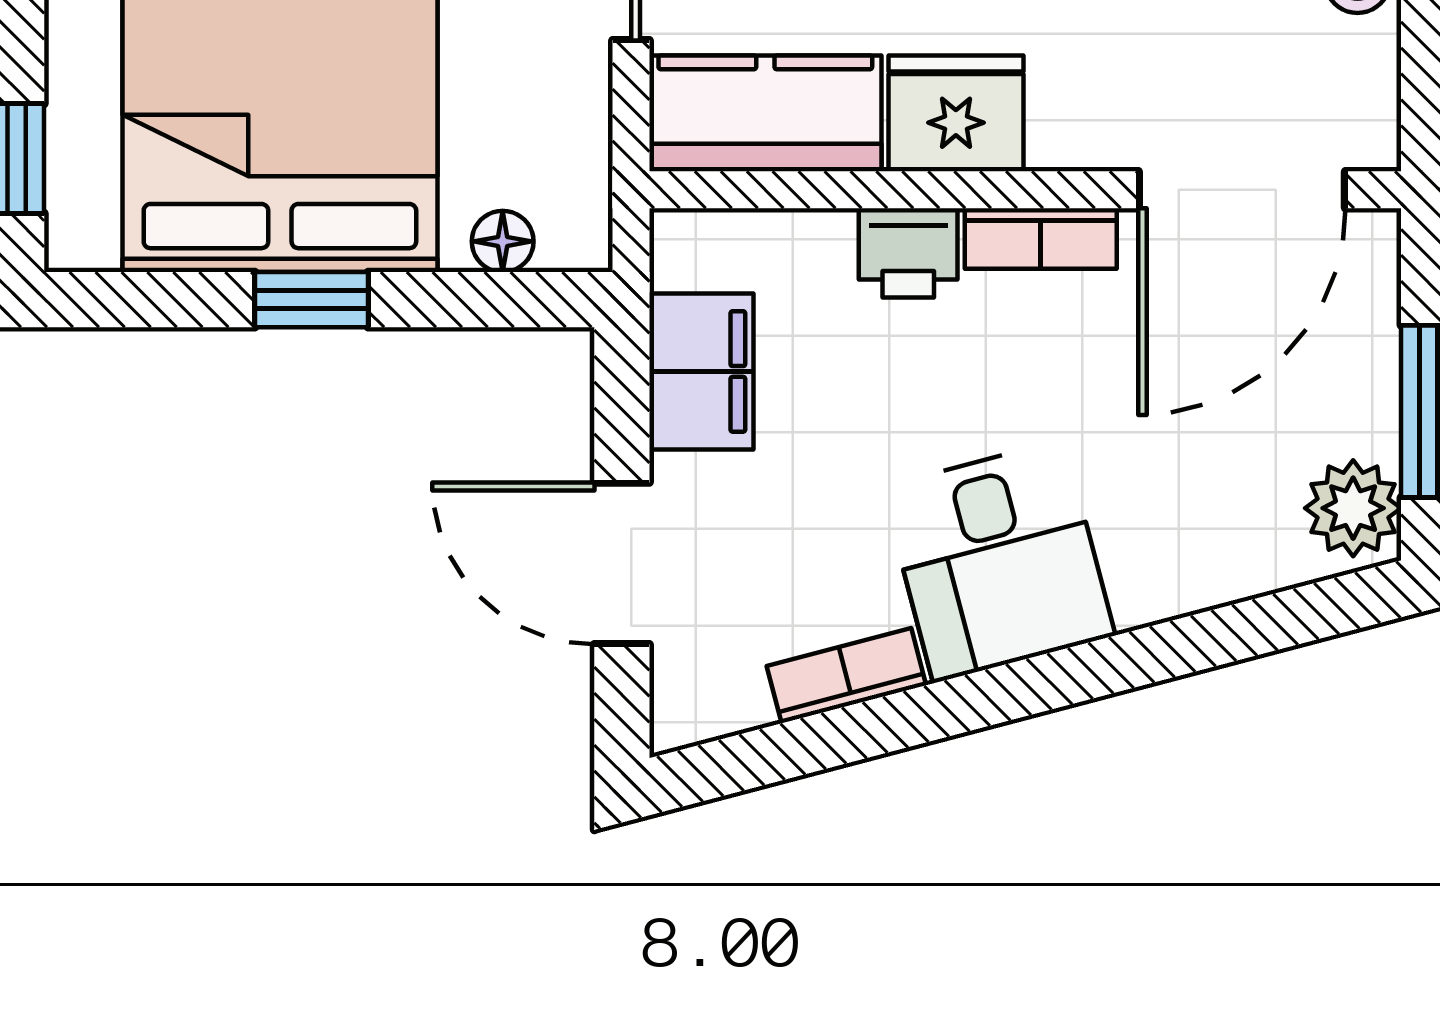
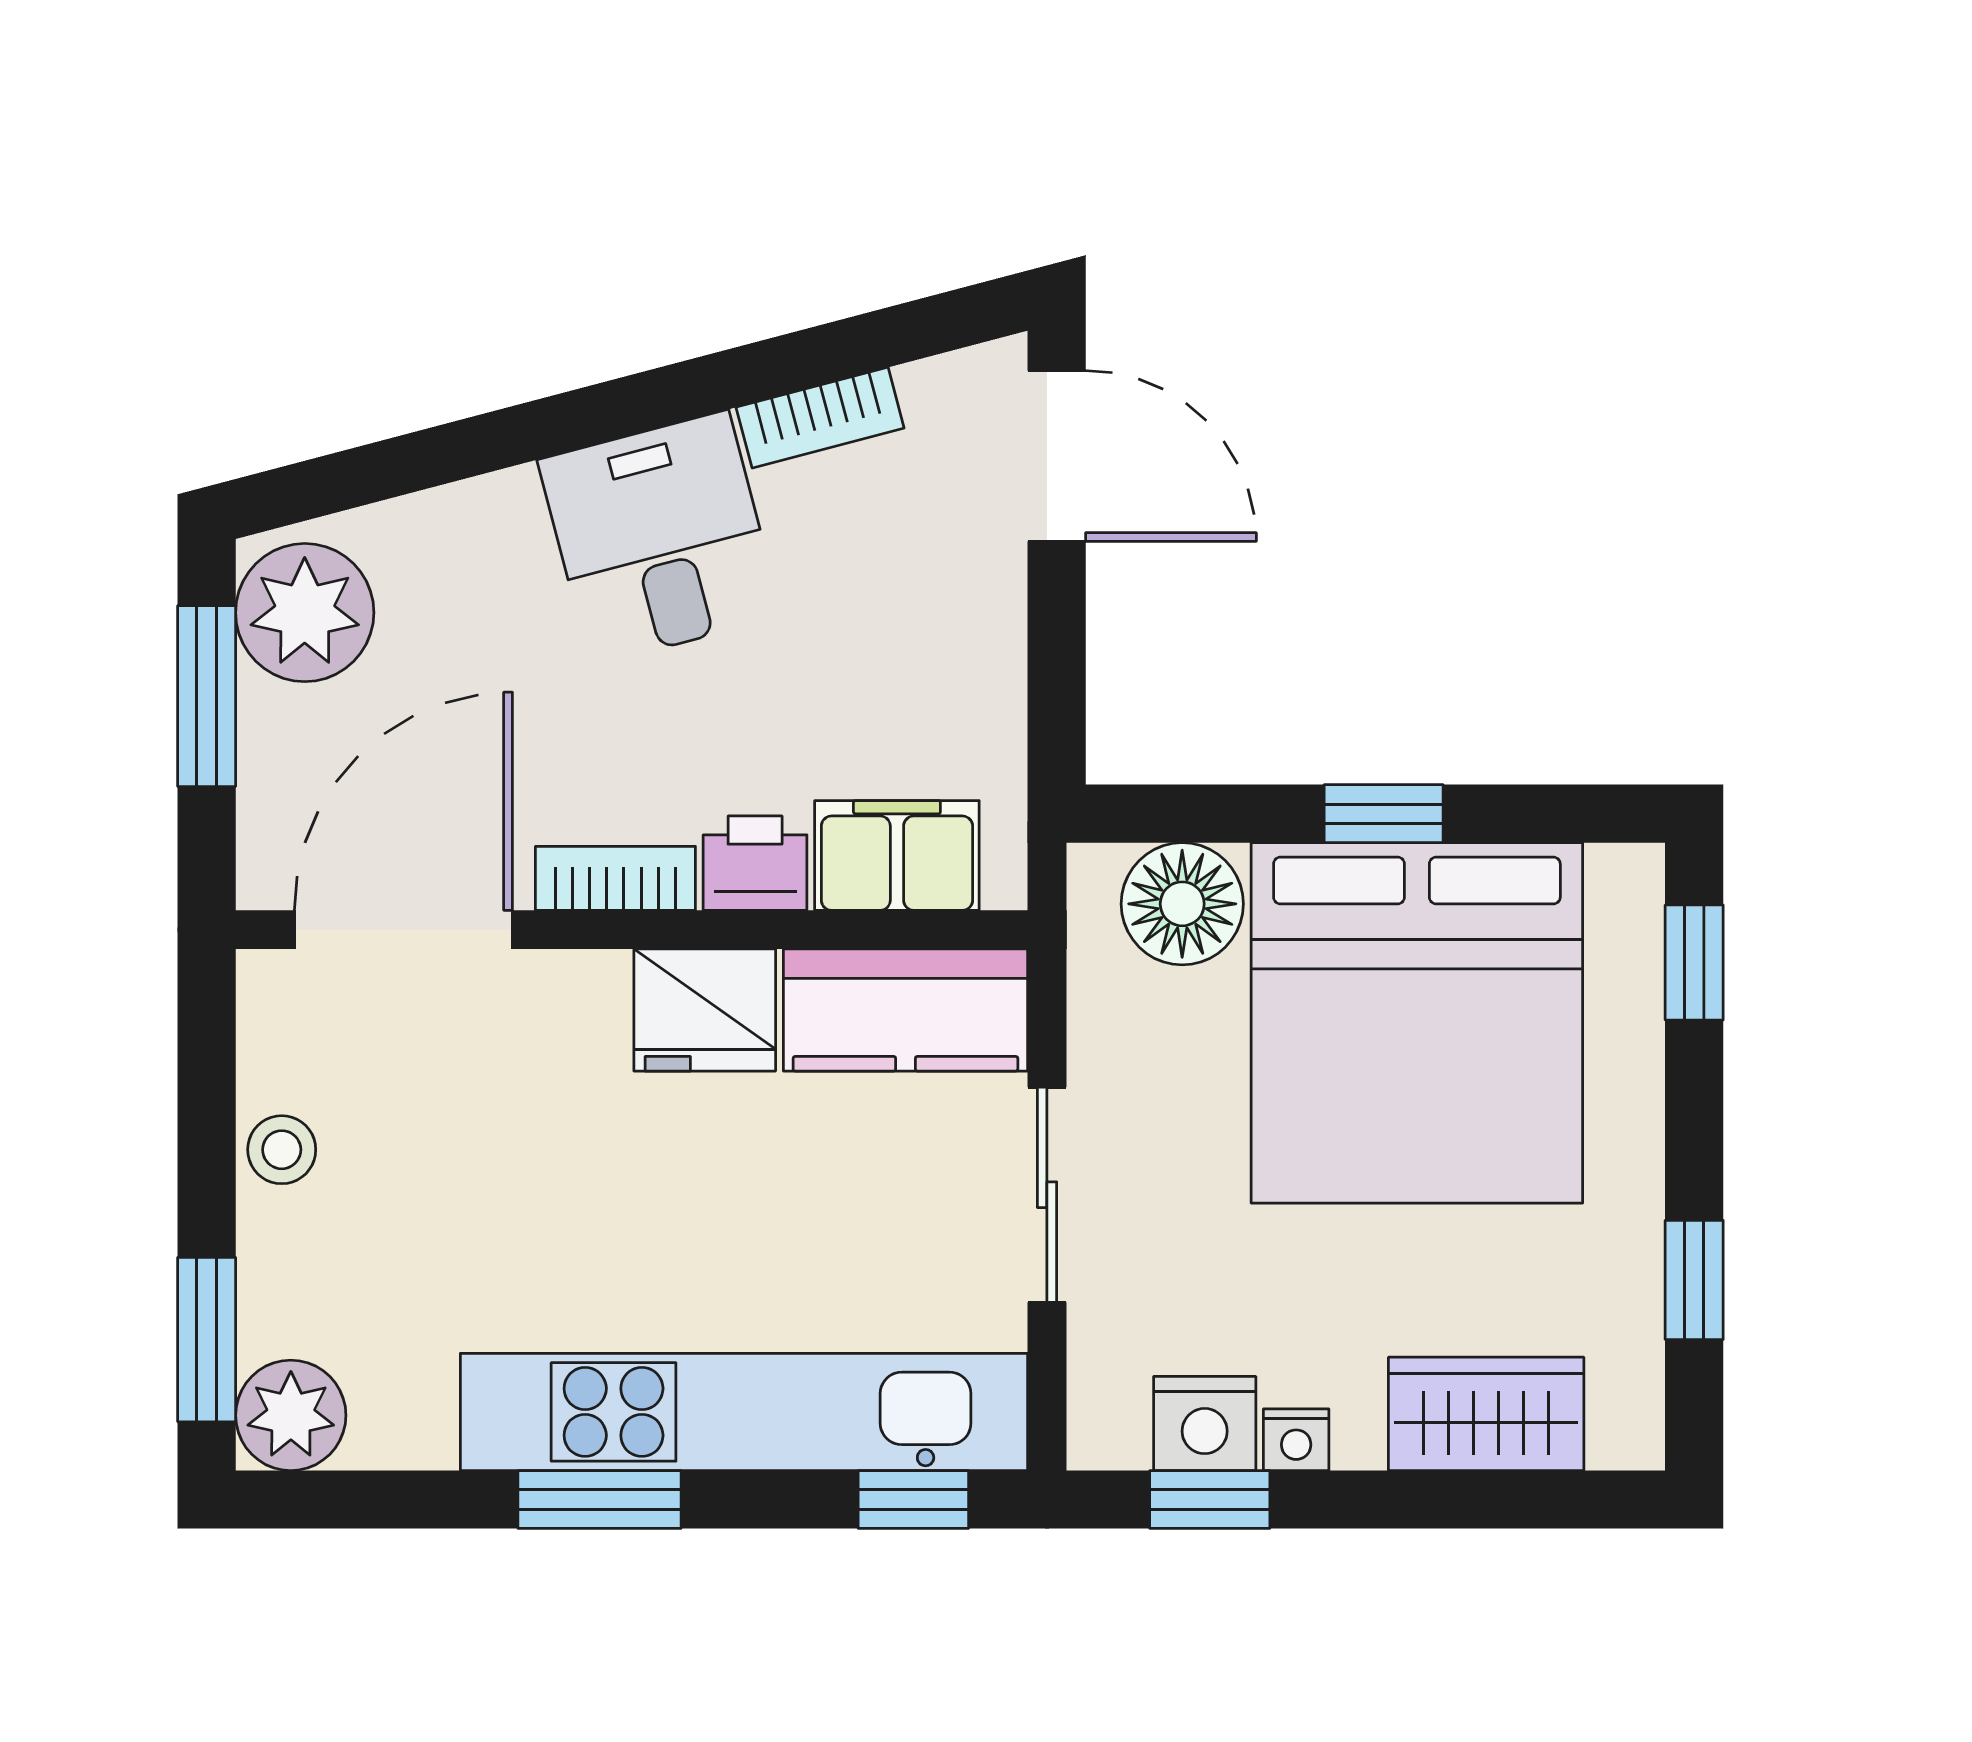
floor lamp: (503, 241) -> (1182, 904), width x1.89, depth x1.89
filing cabinet: (701, 371) -> (897, 855), moved, turned 90
plant: (1353, 508) -> (305, 613), width x1.36, depth x1.36
door: (622, 563) -> (1057, 456), moved

